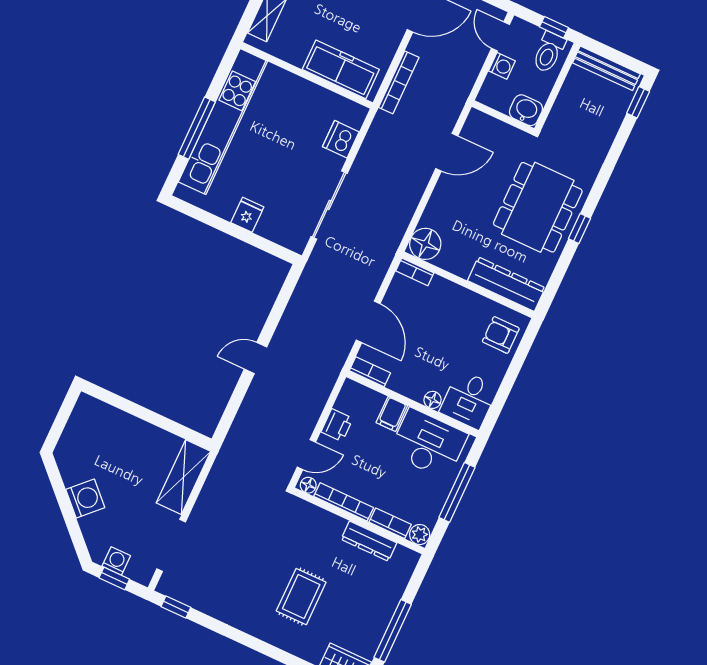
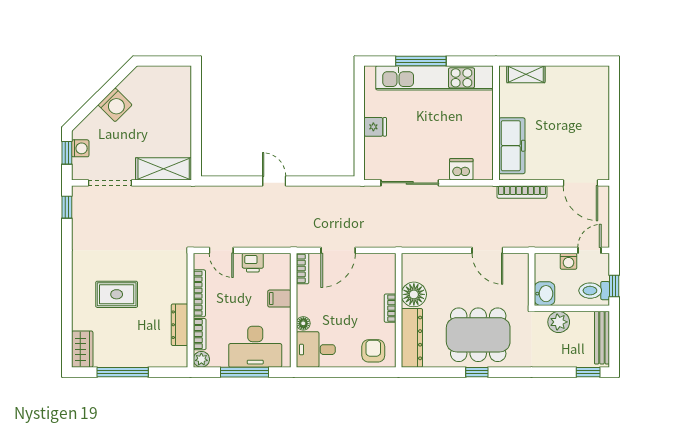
plant: (566, 109) -> (559, 322), added
floor lamp: (425, 244) -> (414, 294), moved
bookcase: (415, 272) -> (390, 308), moved
desk: (428, 444) -> (255, 347), moved, turned 90
floor lamp: (308, 485) -> (200, 262), removed

